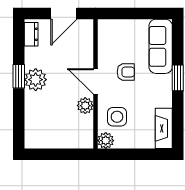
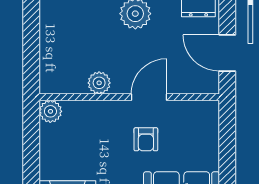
door: (95, 81) -> (149, 97), moved
side table: (117, 117) -> (84, 127), removed

